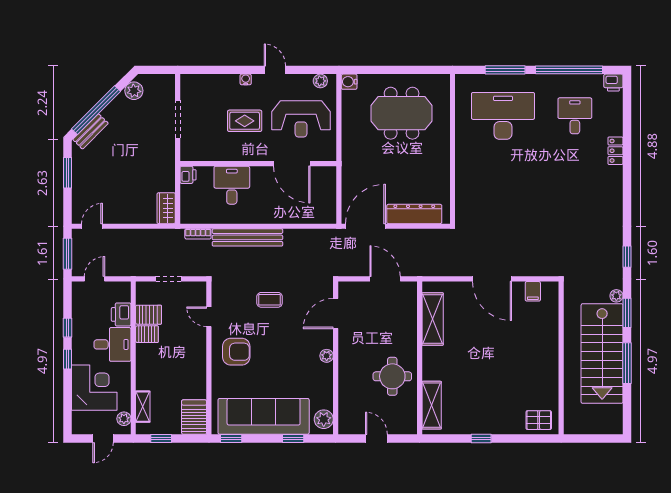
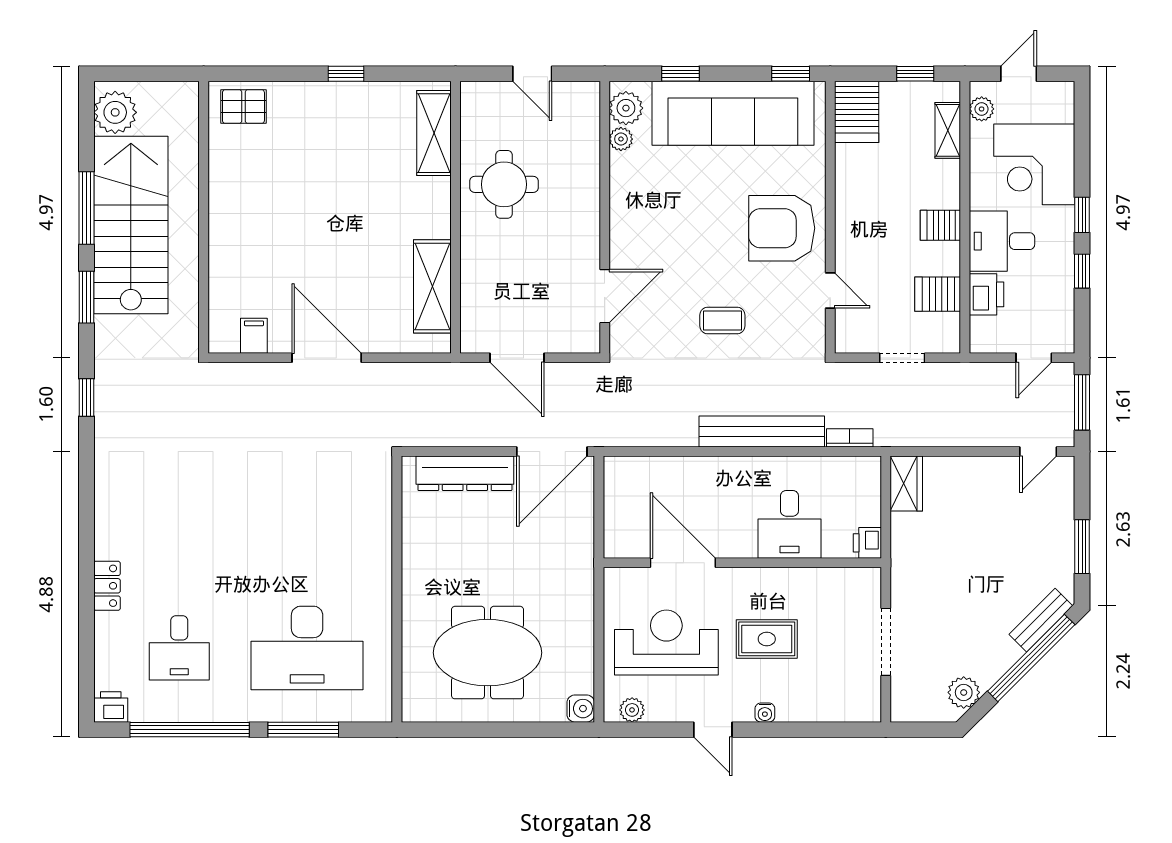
plant: (616, 296) -> (115, 112), moved, width x1.88, depth x1.88
server rack: (147, 334) -> (940, 225), moved
armchair: (236, 352) -> (782, 228), width x1.36, depth x1.36
plant: (327, 356) -> (621, 139), moved

